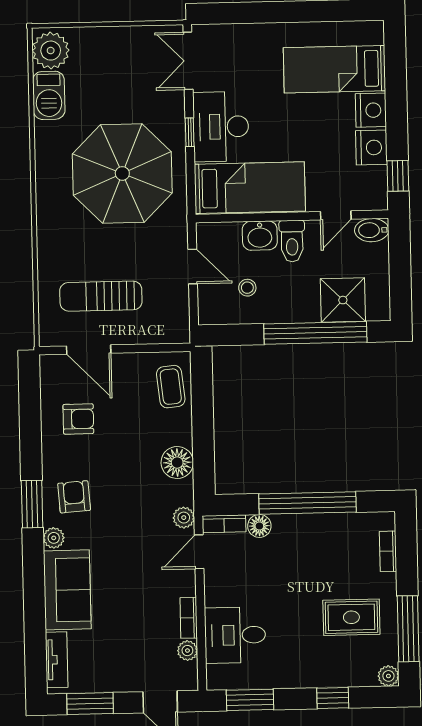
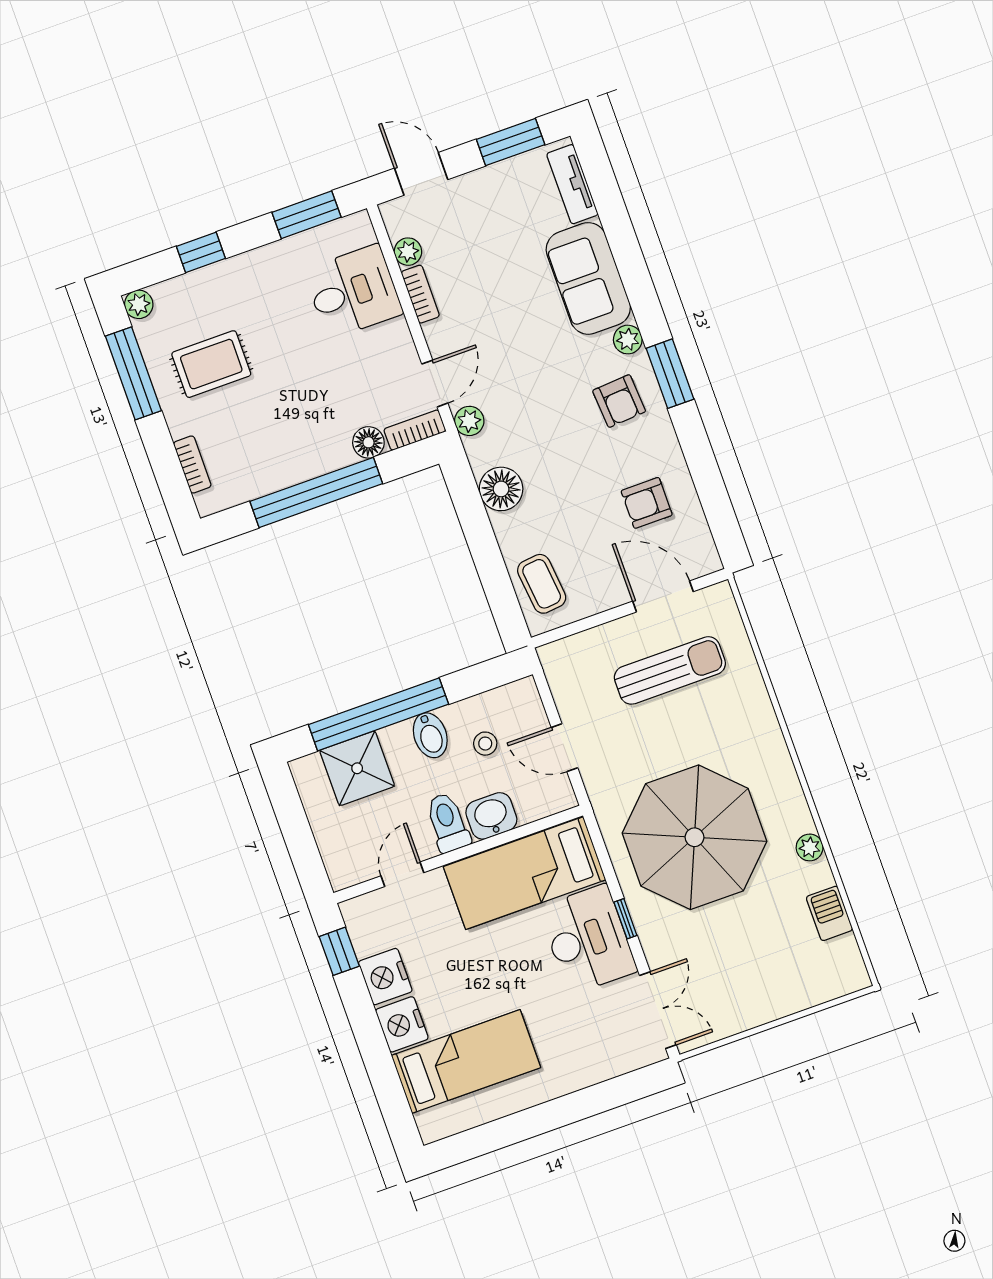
plant: (51, 51) -> (810, 847), moved, width x0.53, depth x0.53
barbecue: (49, 95) -> (829, 913), width x0.73, depth x0.79
bidet: (372, 230) -> (430, 735), moved, turned 90

